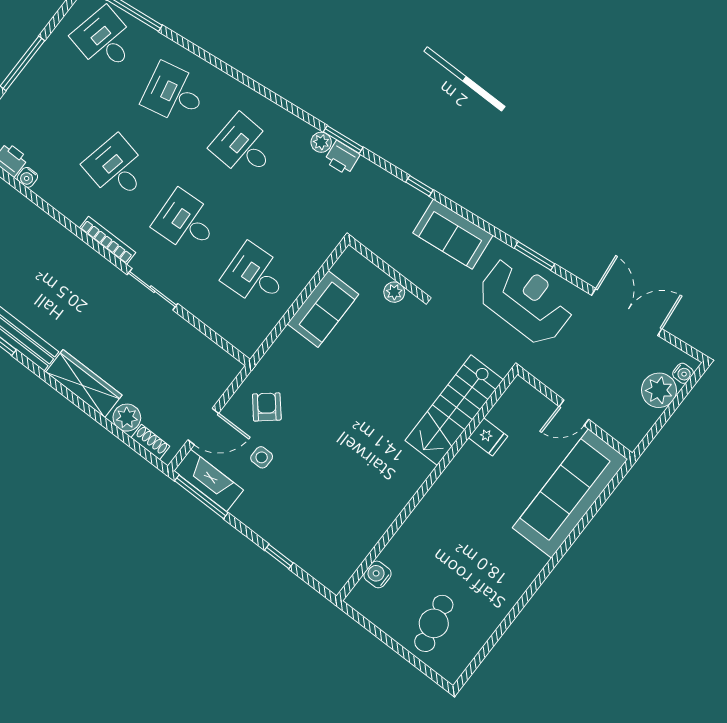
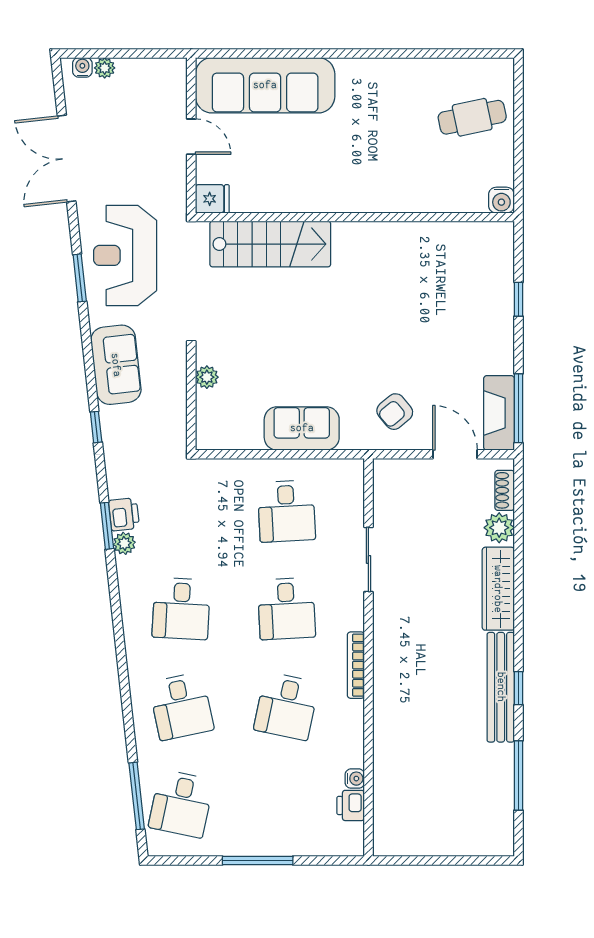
sliding door: (152, 289) -> (368, 559), moved
sofa: (323, 309) -> (302, 428), moved
plant: (659, 390) -> (105, 68), width x0.53, depth x0.53
fridge: (488, 437) -> (212, 199), moved, turned 90
side table: (262, 457) -> (443, 382), removed
water cooler: (378, 574) -> (501, 200), moved

